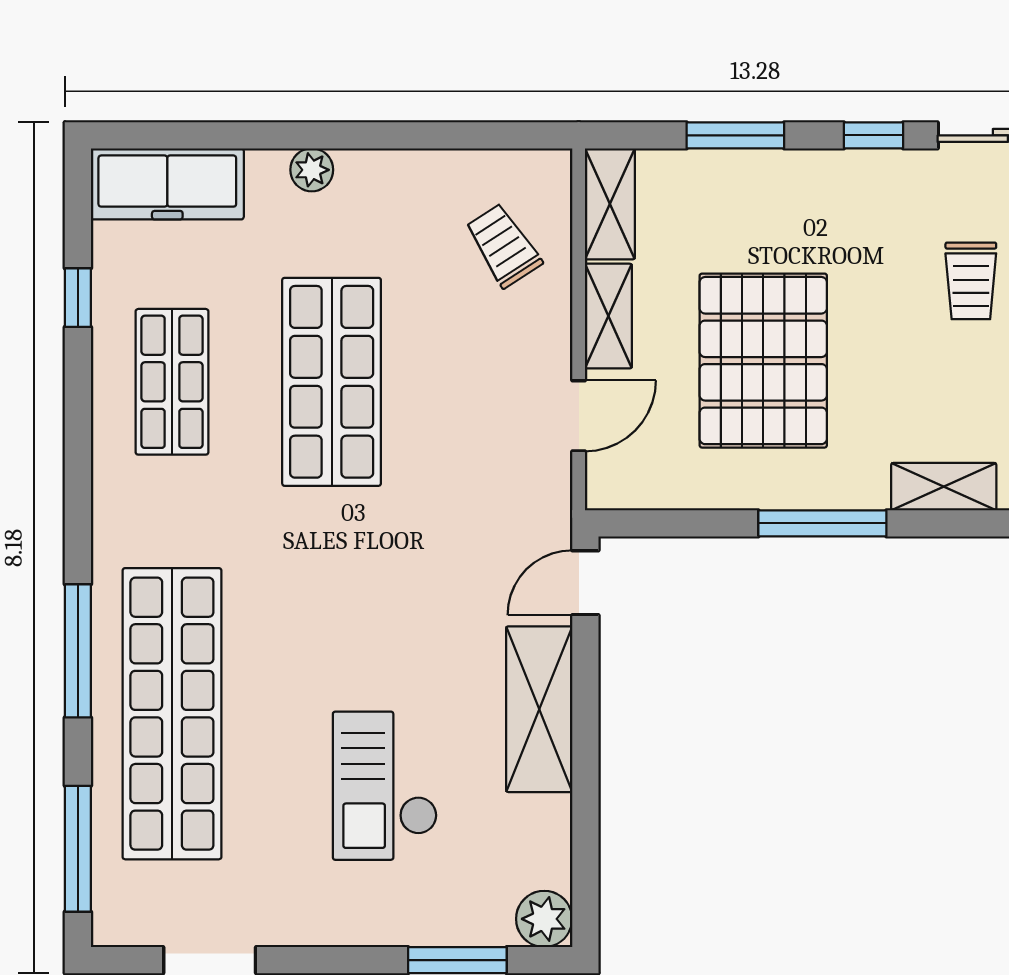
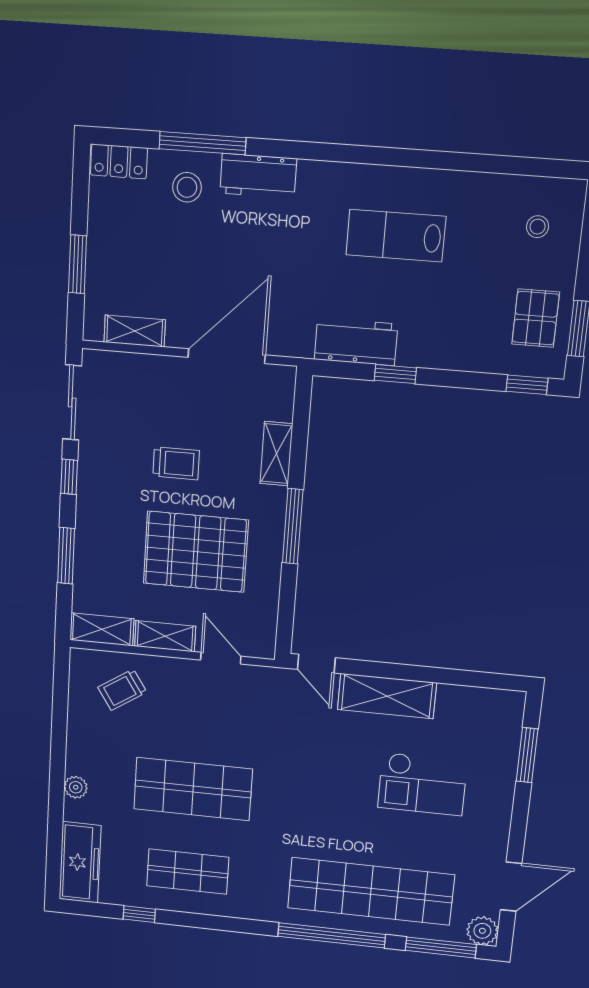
trolley: (971, 281) -> (176, 463), moved
window: (78, 651) -> (332, 935), width x1.46
plant: (544, 919) -> (482, 931), moved

